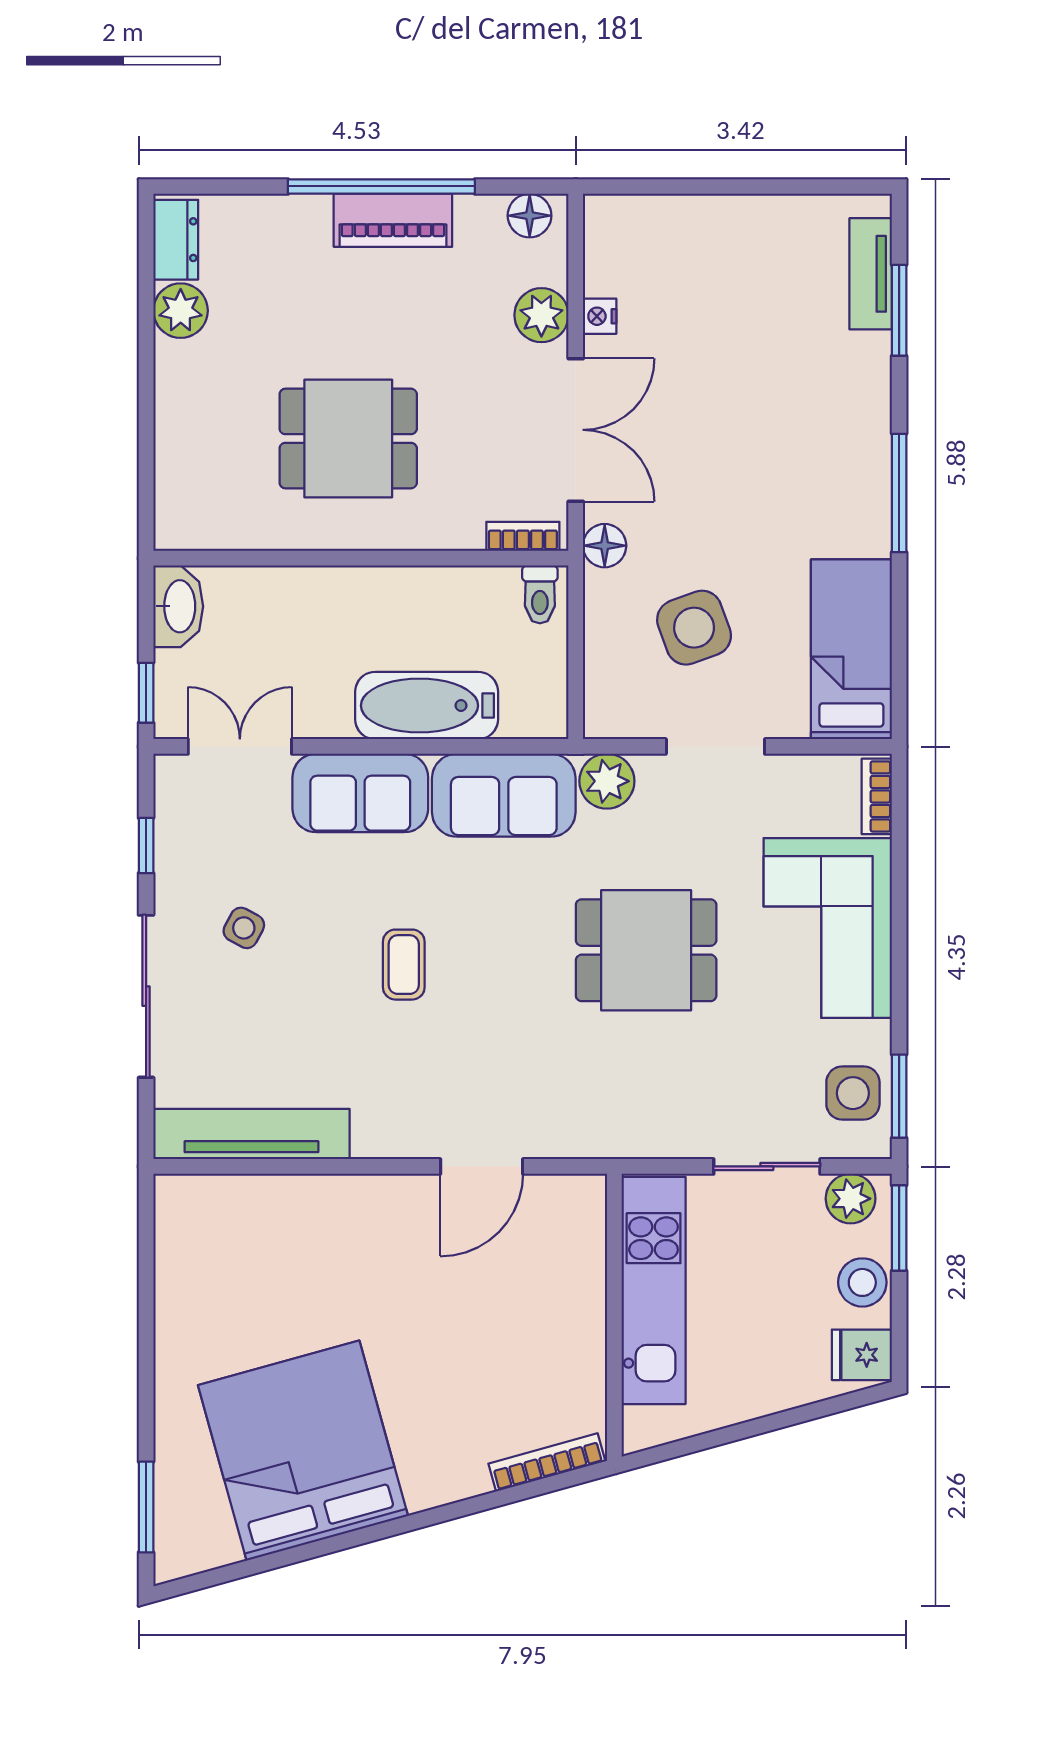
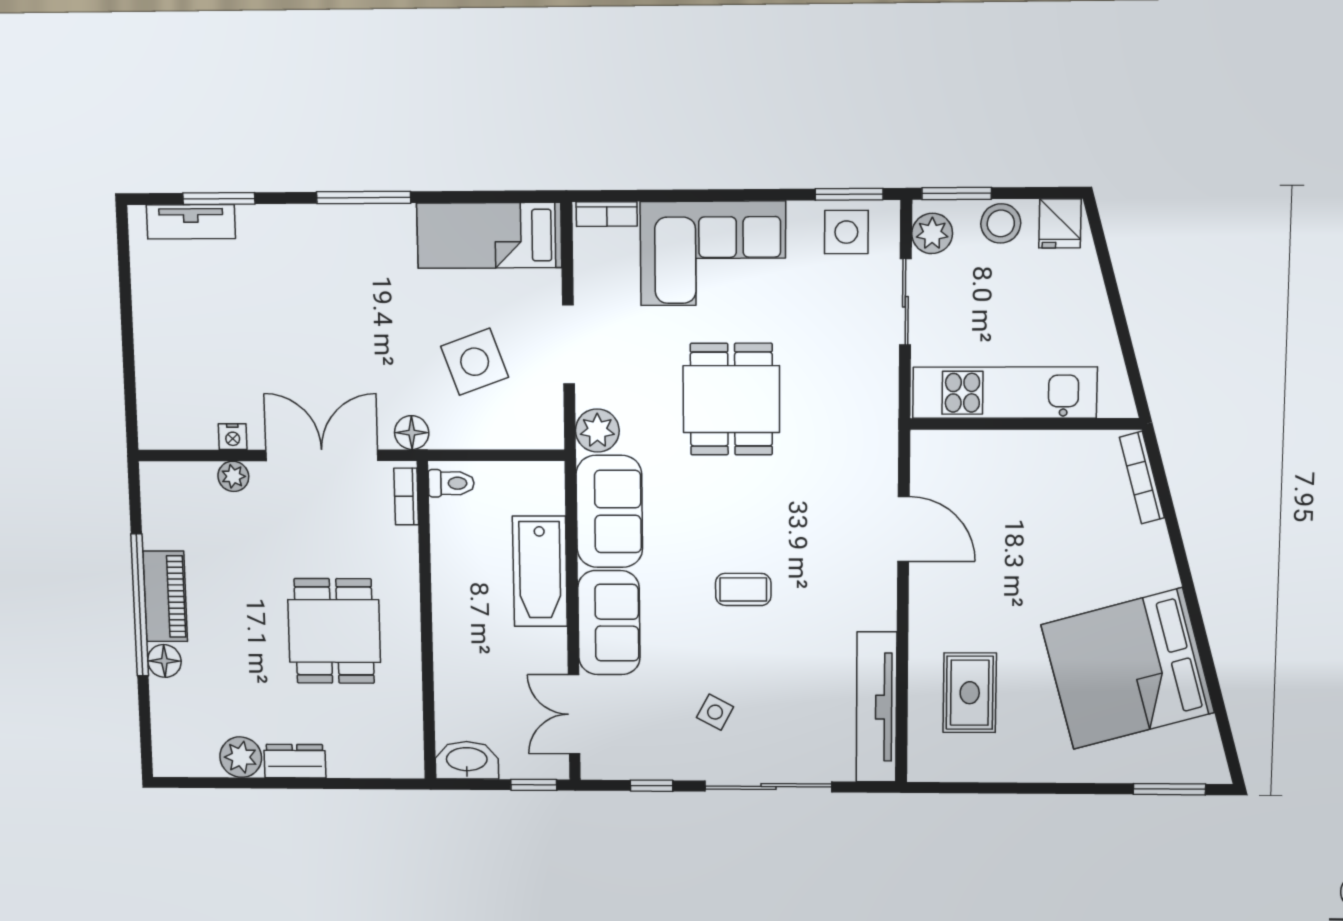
floor lamp: (530, 216) -> (164, 661), moved
dresser: (176, 240) -> (295, 761), moved
plant: (541, 315) -> (233, 476), width x0.73, depth x0.73
rug: (271, 1252) -> (970, 693), added

